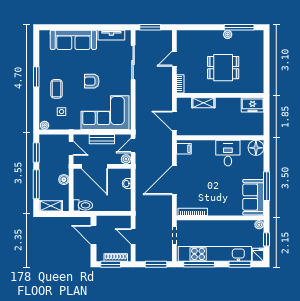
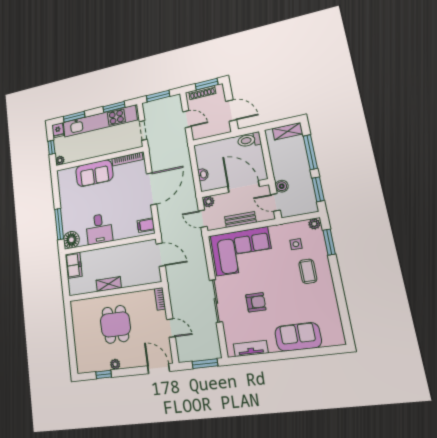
door: (190, 27) -> (159, 369), added
window: (239, 27) -> (104, 374), width x0.46
sofa: (73, 40) -> (298, 337), width x0.73
door: (174, 59) -> (171, 328), hinge flipped
sliding door: (133, 62) -> (216, 301), moved
dining table: (223, 68) -> (115, 324), turned 90
window: (36, 77) -> (329, 242), moved
armchair: (92, 81) -> (256, 302), moved
shelving: (203, 103) -> (109, 284), moved
freezer: (253, 105) -> (74, 265), moved, turned 90
door: (133, 145) -> (203, 219), swing flipped
boiler: (64, 180) -> (282, 186), moved
window: (267, 186) -> (59, 224), moved
sofa: (253, 197) -> (94, 173), moved, turned 90
window: (199, 264) -> (114, 107), width x0.69

